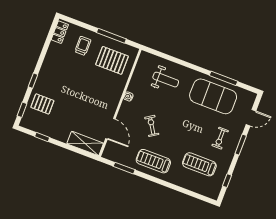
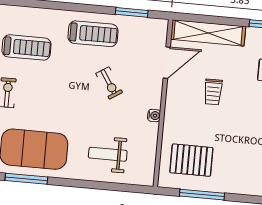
trolley: (83, 46) -> (213, 92), moved
door: (110, 129) -> (167, 63), swing flipped
shelving: (85, 143) -> (208, 33), width x1.47

